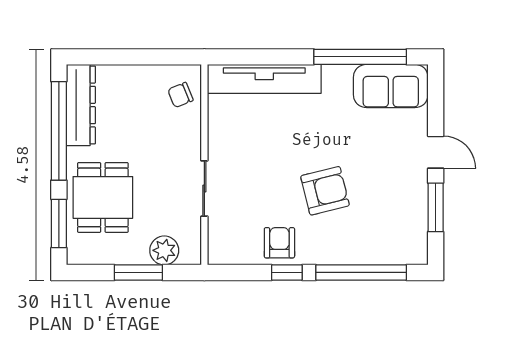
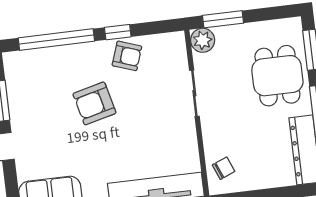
armchair: (279, 243) -> (127, 56), turned -71
plant: (164, 250) -> (203, 40), moved
window: (138, 272) -> (223, 19), moved

